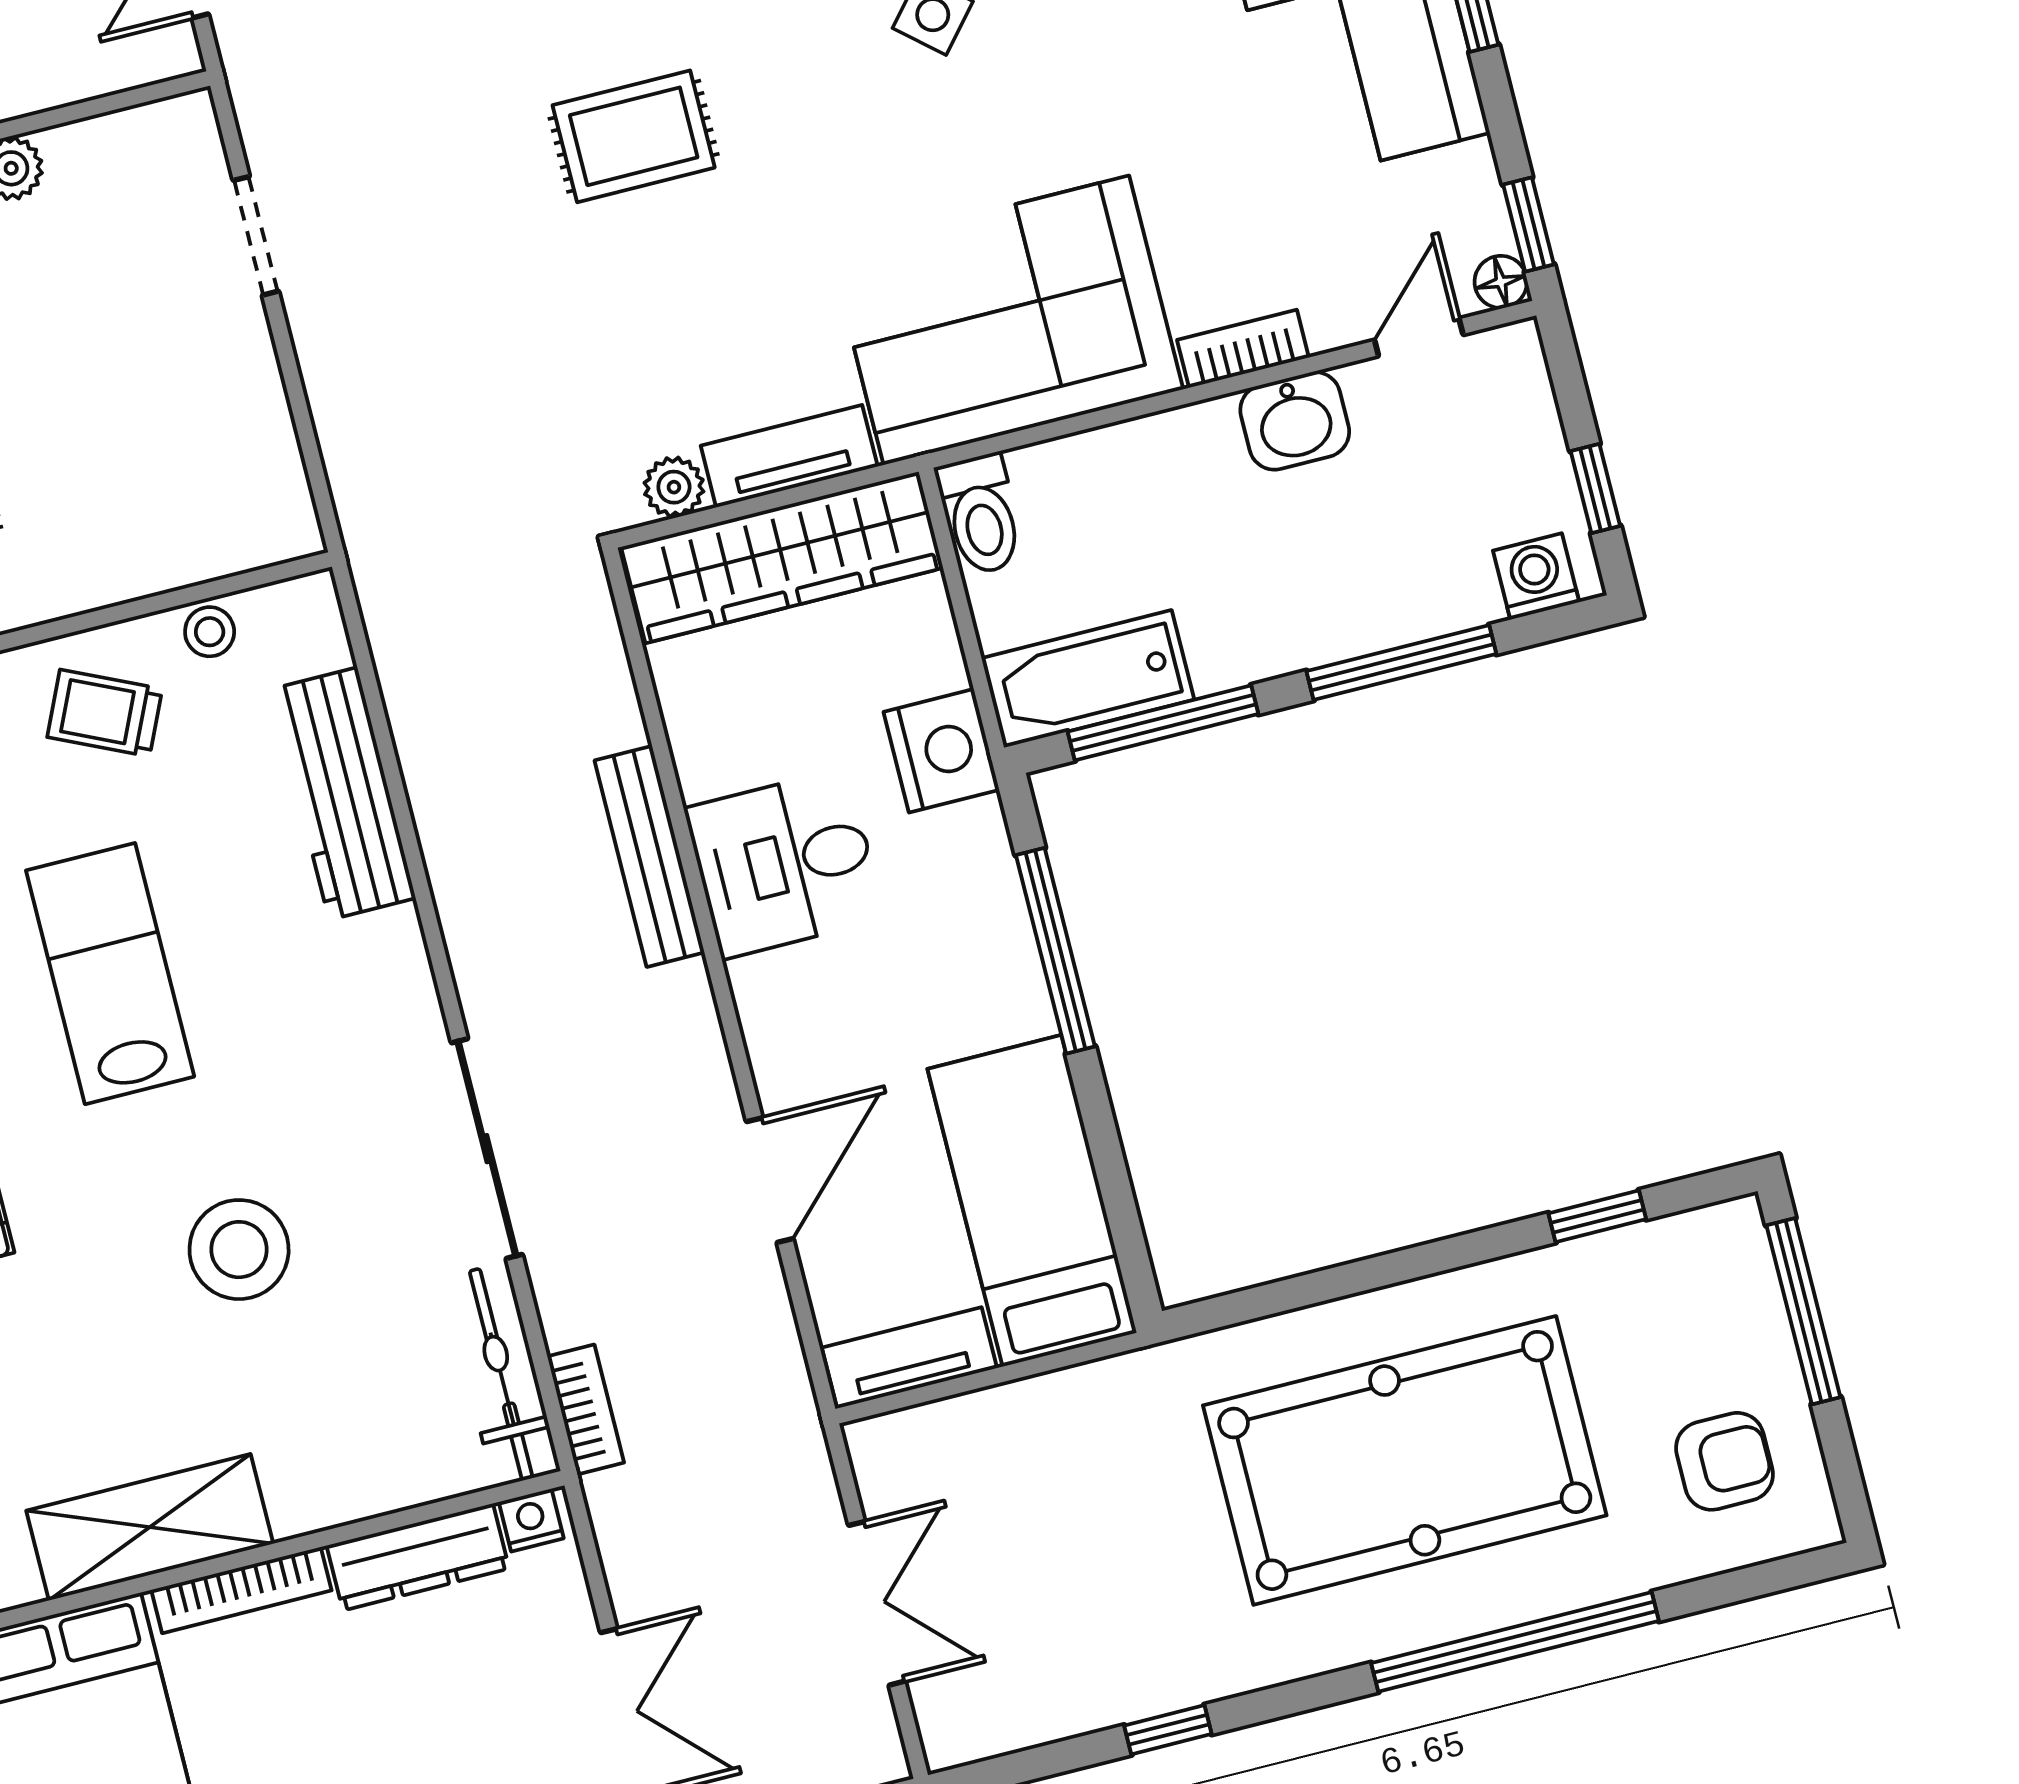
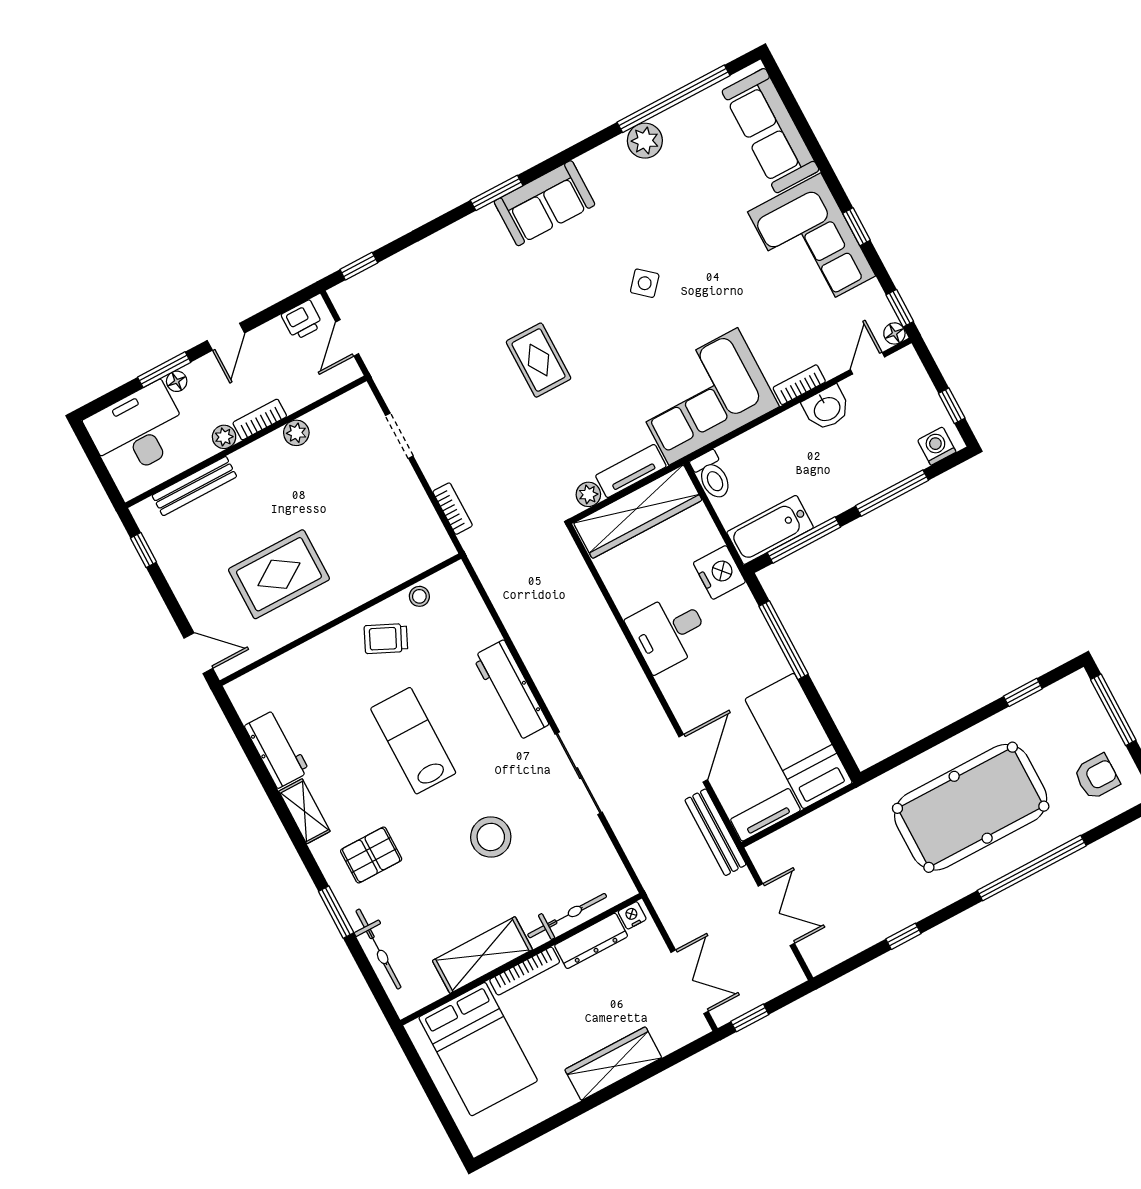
rug: (634, 136) -> (539, 360), turned 90
workbench: (343, 794) -> (511, 690), moved
bench: (649, 856) -> (715, 832), moved
bicycle: (501, 1375) -> (567, 916), moved, turned 90
bookcase: (586, 1410) -> (453, 509), moved

